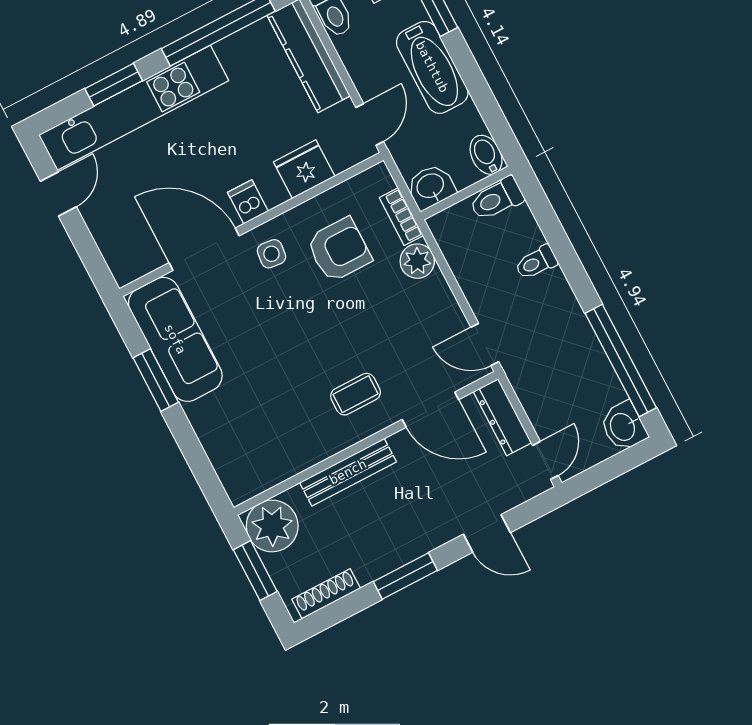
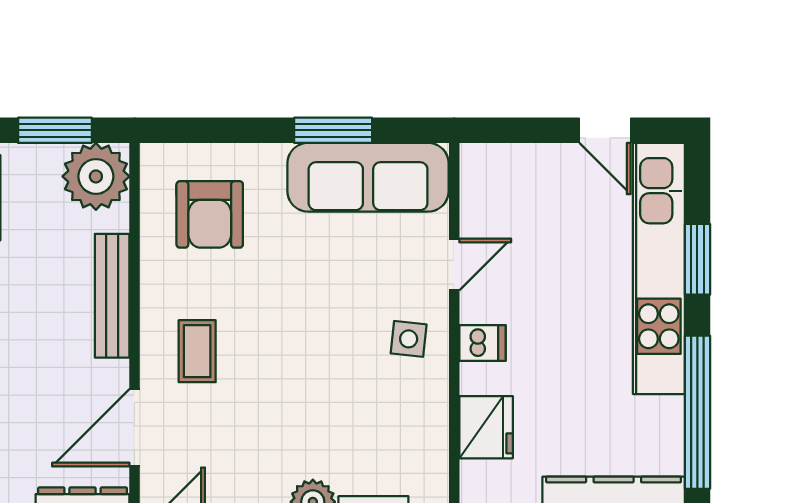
door: (204, 249) -> (454, 264), width x0.53
armchair: (339, 250) -> (210, 214), moved

